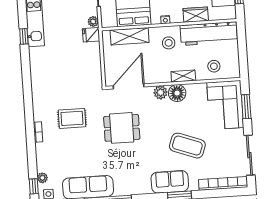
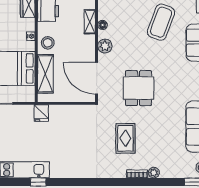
plant: (93, 21) -> (28, 110), removed
stool: (169, 43) -> (48, 43), moved
floor lamp: (177, 93) -> (103, 25), width x0.53, depth x0.53
plant: (42, 178) -> (154, 173), moved

